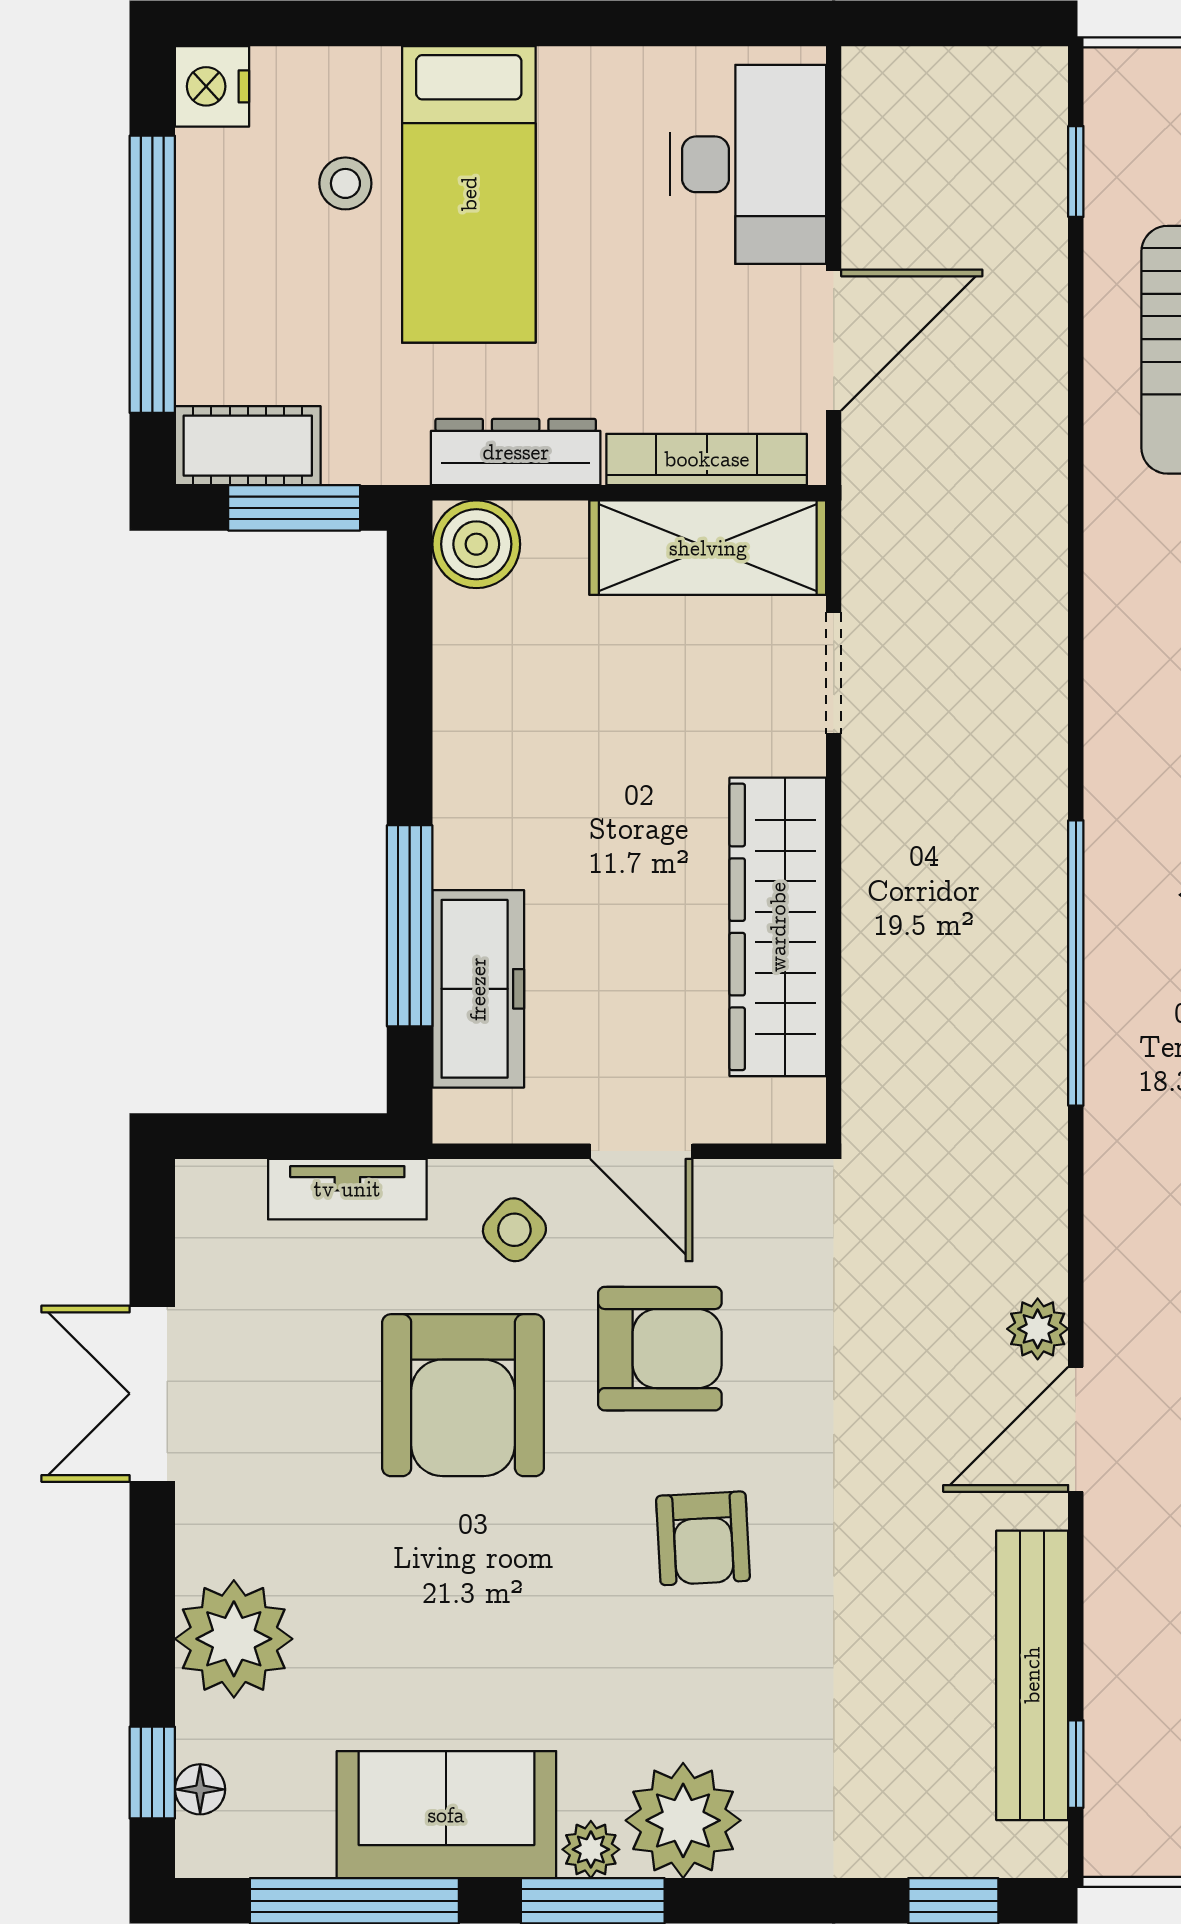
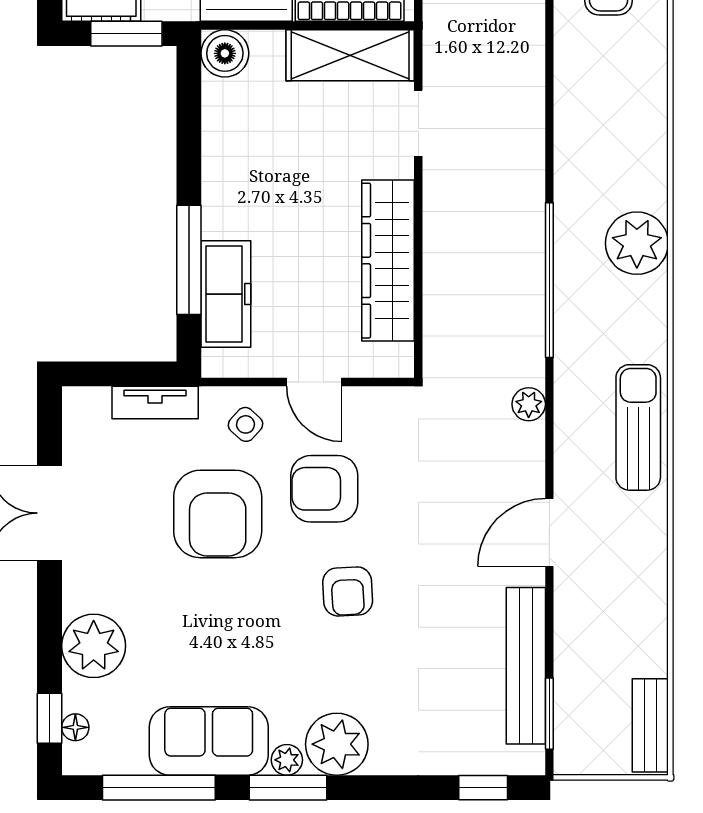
plant: (1038, 1329) -> (529, 404), moved
armchair: (660, 1349) -> (324, 489), turned 180
window: (1076, 1764) -> (549, 714), width x1.50

